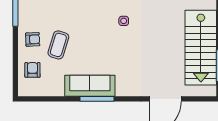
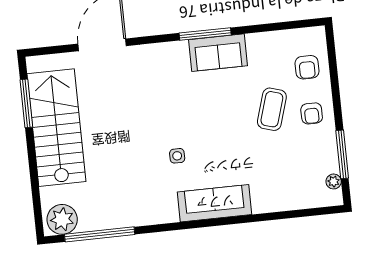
armchair: (33, 39) -> (312, 113), turned -87
sofa: (90, 86) -> (218, 53), width x0.73

